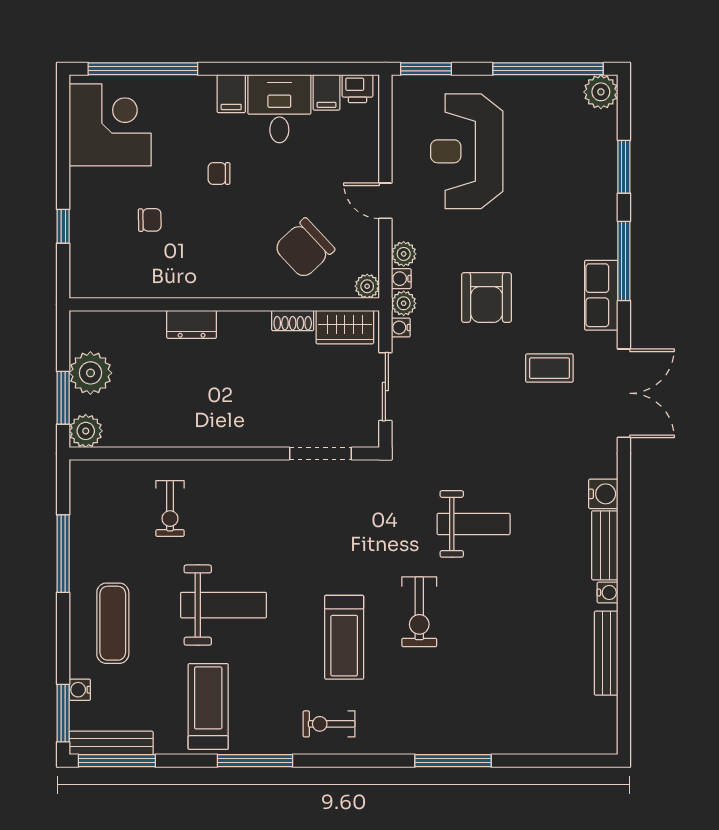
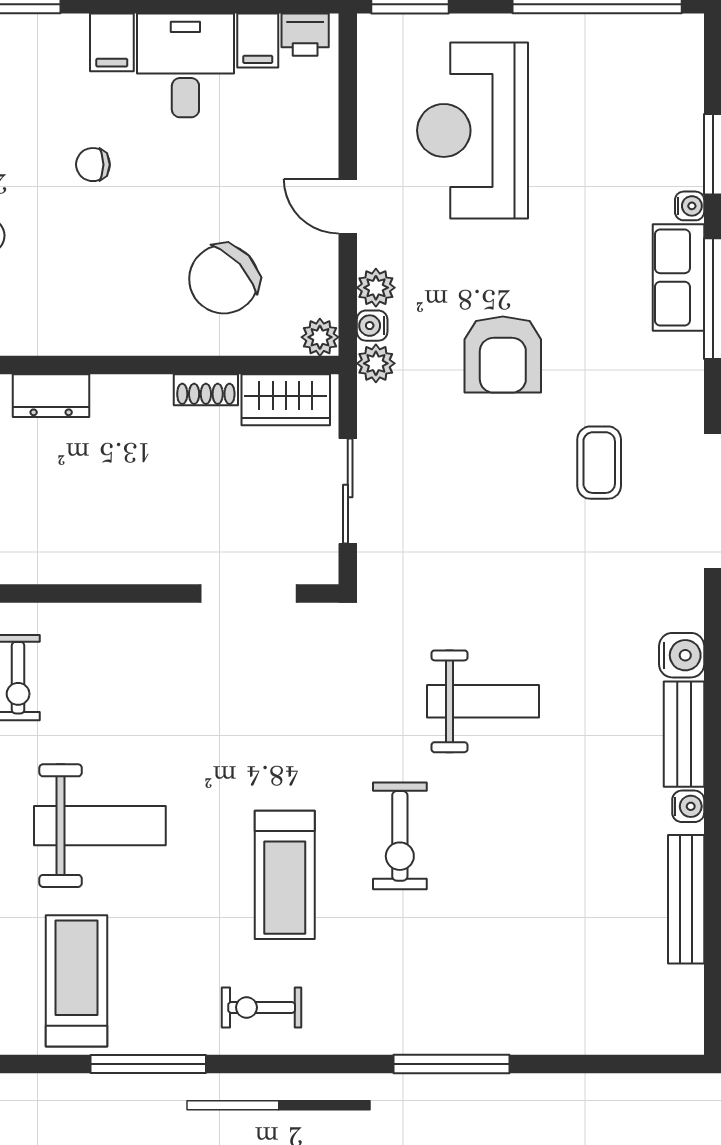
plant: (601, 92) -> (678, 40), removed
row of seats: (601, 295) -> (679, 277), moved
water cooler: (401, 328) -> (690, 206), moved, turned 180
coffee table: (549, 368) -> (599, 463), turned 90

